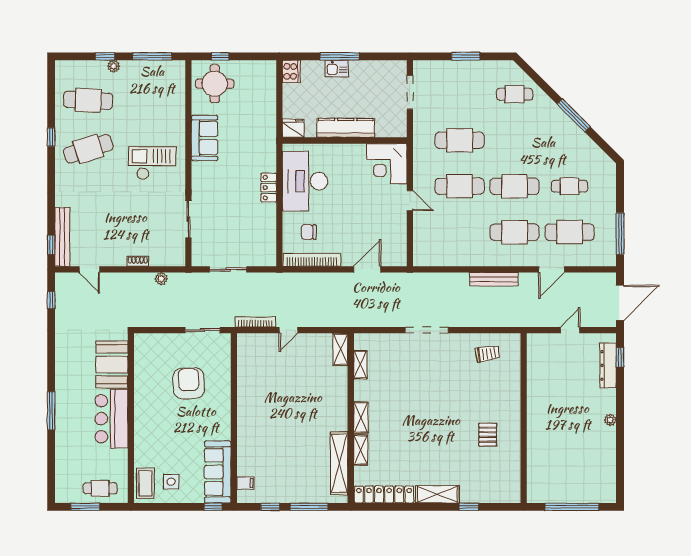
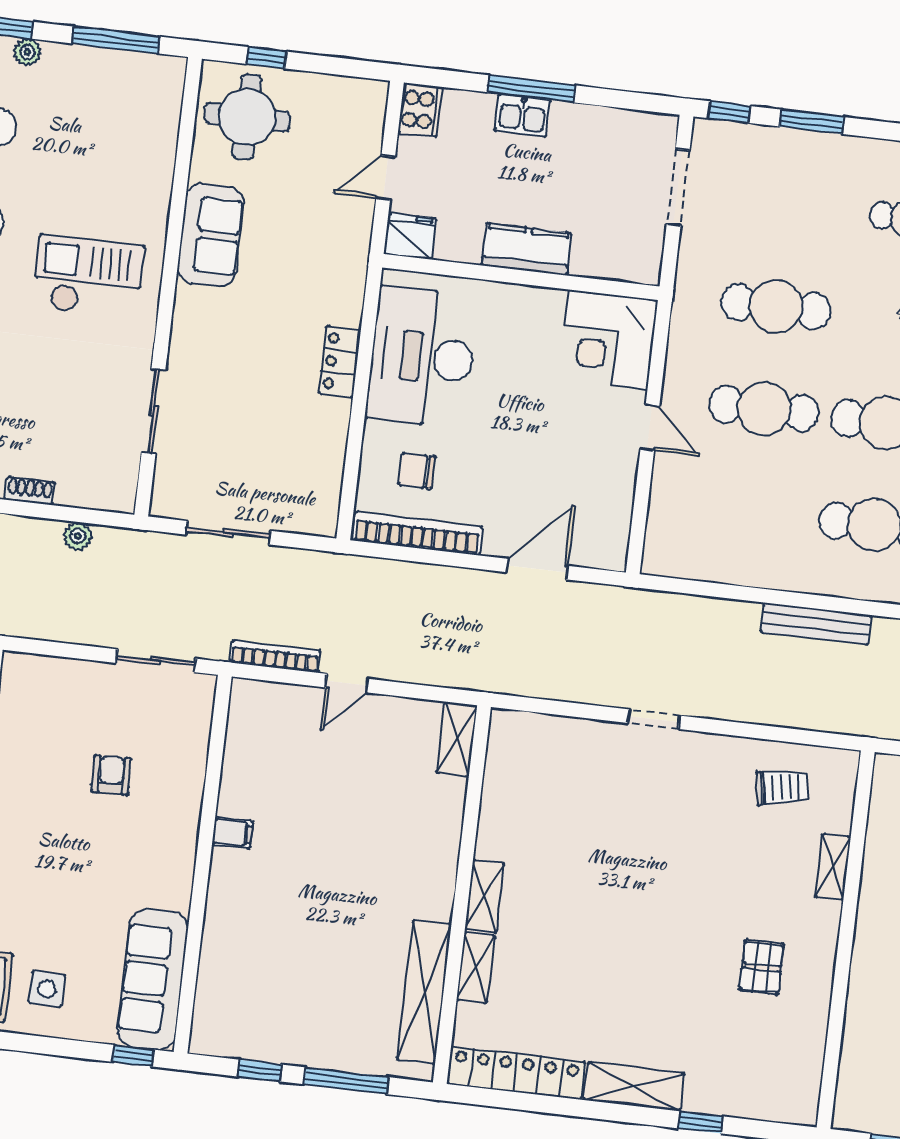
window: (429, 56) -> (729, 112), added
door: (279, 103) -> (386, 178), added
kitchen counter: (346, 128) -> (527, 249), width x0.67
doorway: (427, 330) -> (654, 719), width x0.53
shelving: (360, 365) -> (833, 867), moved
armchair: (189, 383) -> (111, 775), width x0.53, depth x0.53
filing cabinet: (246, 483) -> (232, 833), moved

